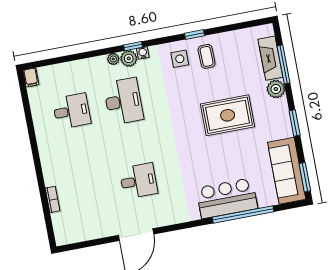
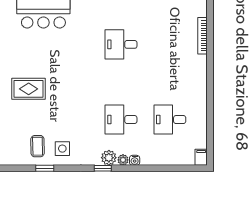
water cooler: (143, 53) -> (135, 160), moved
desk: (123, 101) -> (121, 120), width x0.73
rug: (228, 115) -> (29, 89), width x0.73, depth x0.70
bookcase: (53, 199) -> (203, 36), width x1.56

